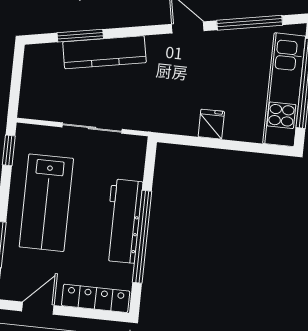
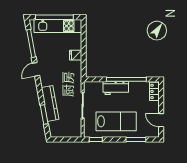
workbench: (123, 221) -> (116, 88), width x0.73
locker: (96, 298) -> (154, 91), width x0.66

